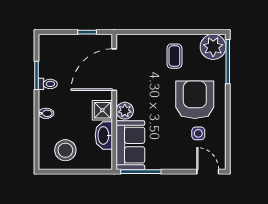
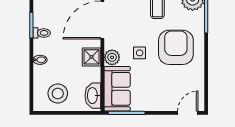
side table: (198, 133) -> (140, 53), moved
washbasin: (104, 135) -> (93, 96), moved
door: (208, 172) -> (188, 113), hinge flipped

